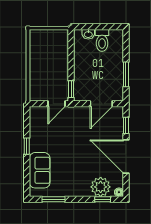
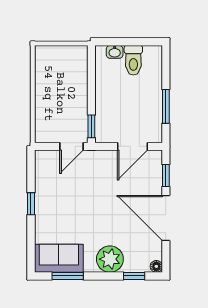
sofa: (40, 170) -> (59, 258), moved, turned -90
plant: (101, 187) -> (110, 259), moved

